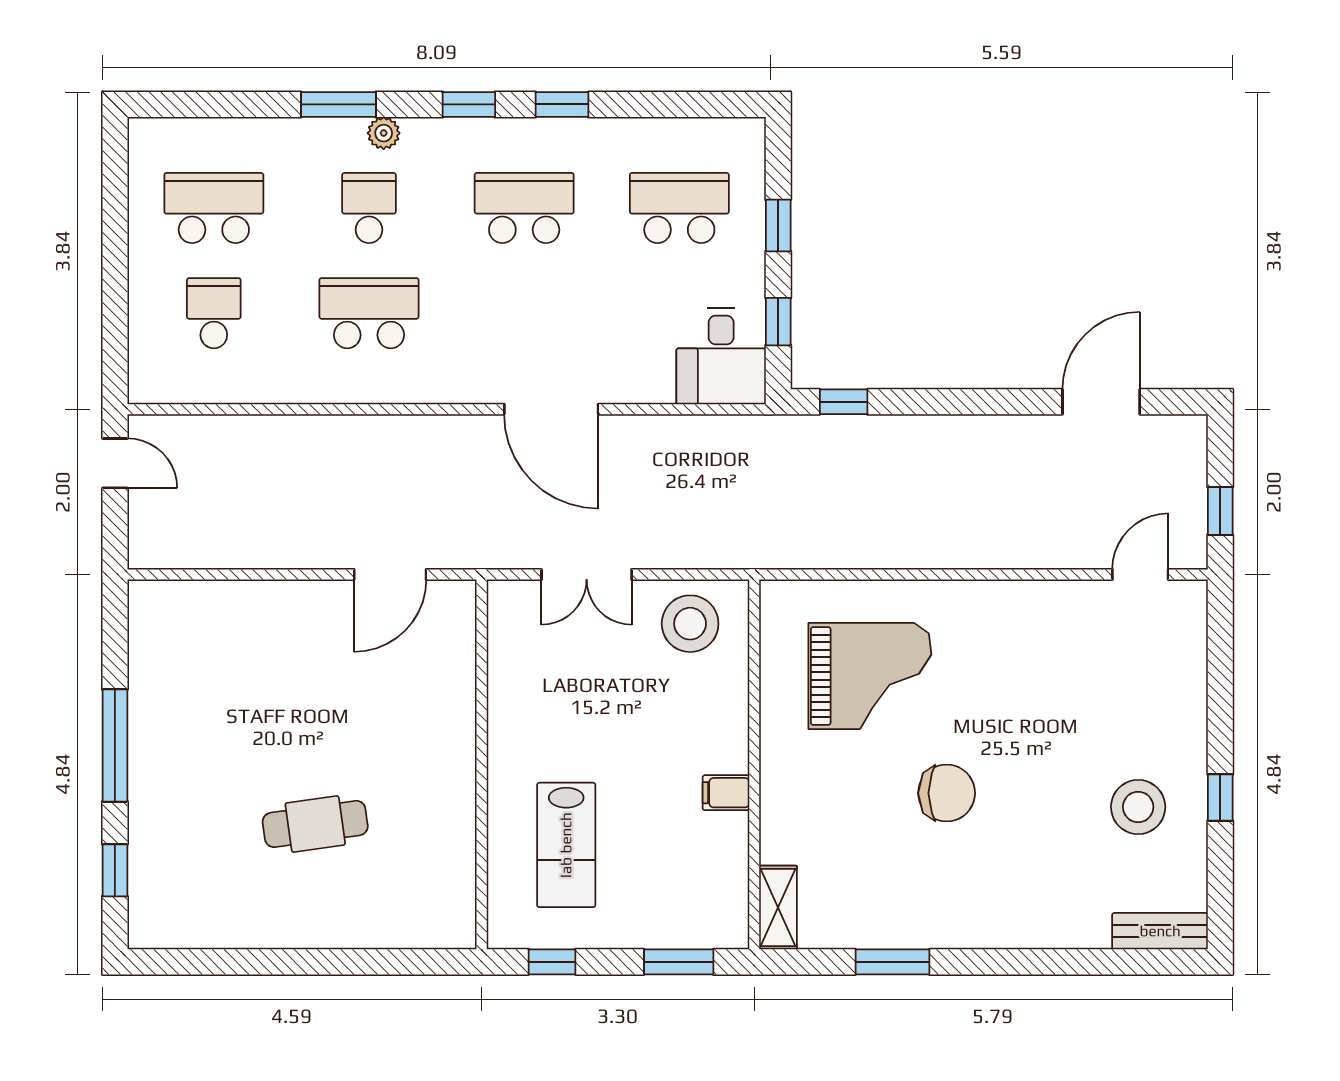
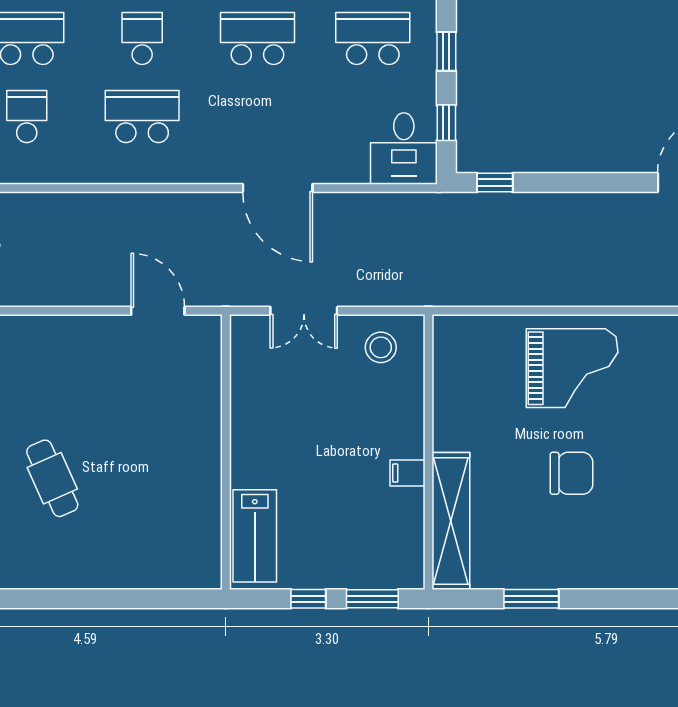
door: (390, 574) -> (158, 311), swing flipped
stool: (690, 624) -> (381, 347), width x0.73, depth x0.73
grand piano: (870, 676) -> (572, 368), moved
cafe table: (315, 824) -> (52, 478), moved, turned 74
lab bench: (566, 845) -> (255, 536), moved
shelving: (778, 908) -> (451, 521), width x2.20, depth x1.33
window: (552, 962) -> (308, 599), moved

